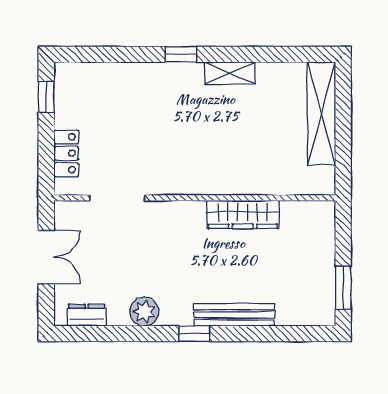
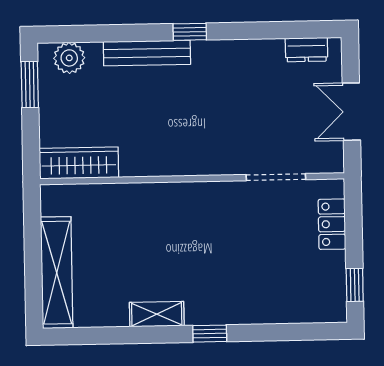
wardrobe: (243, 214) -> (79, 163), moved
plant: (144, 312) -> (69, 58), moved

